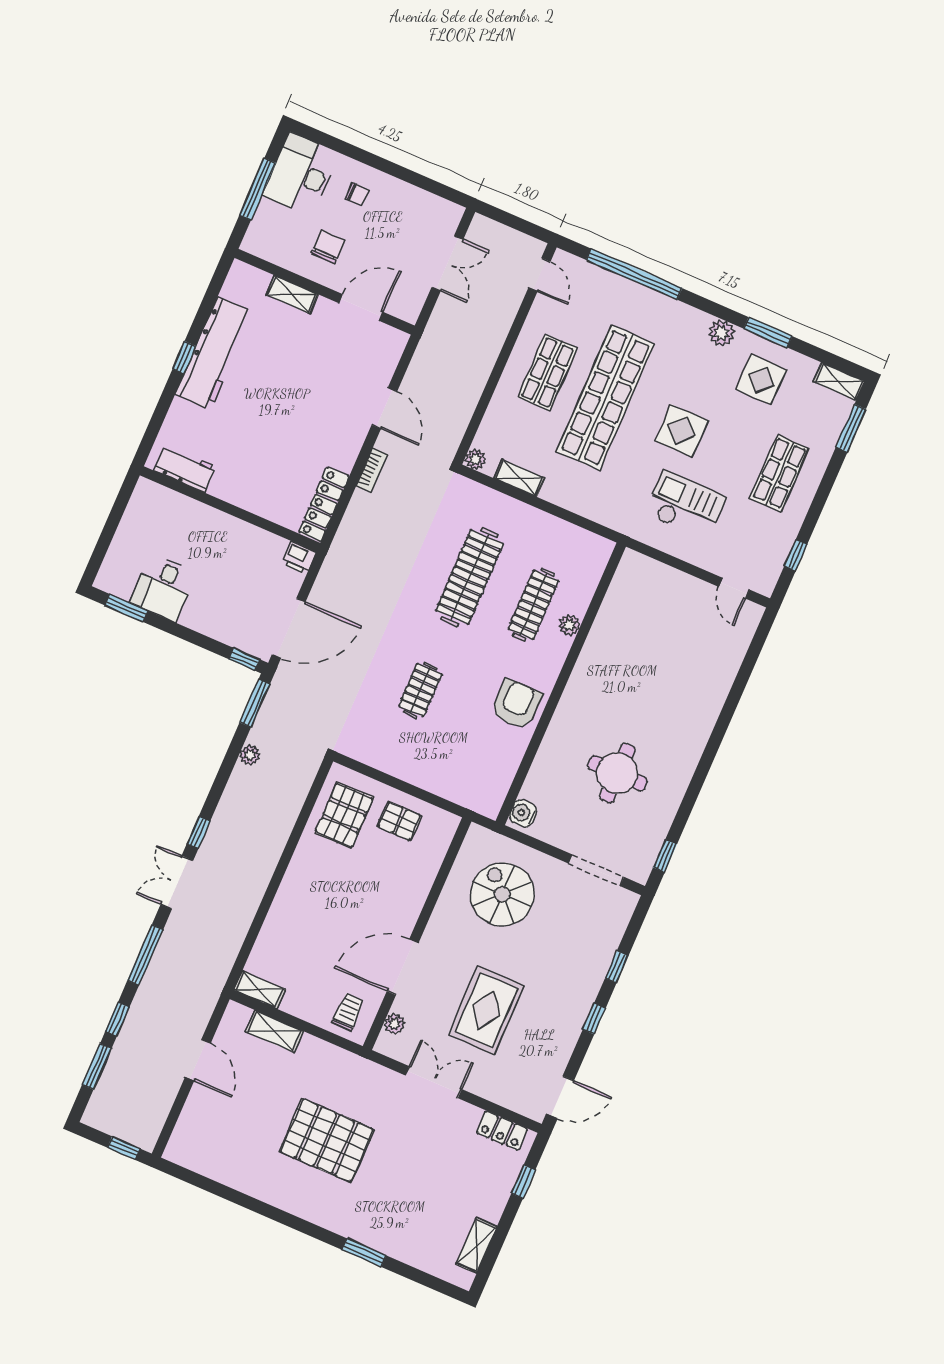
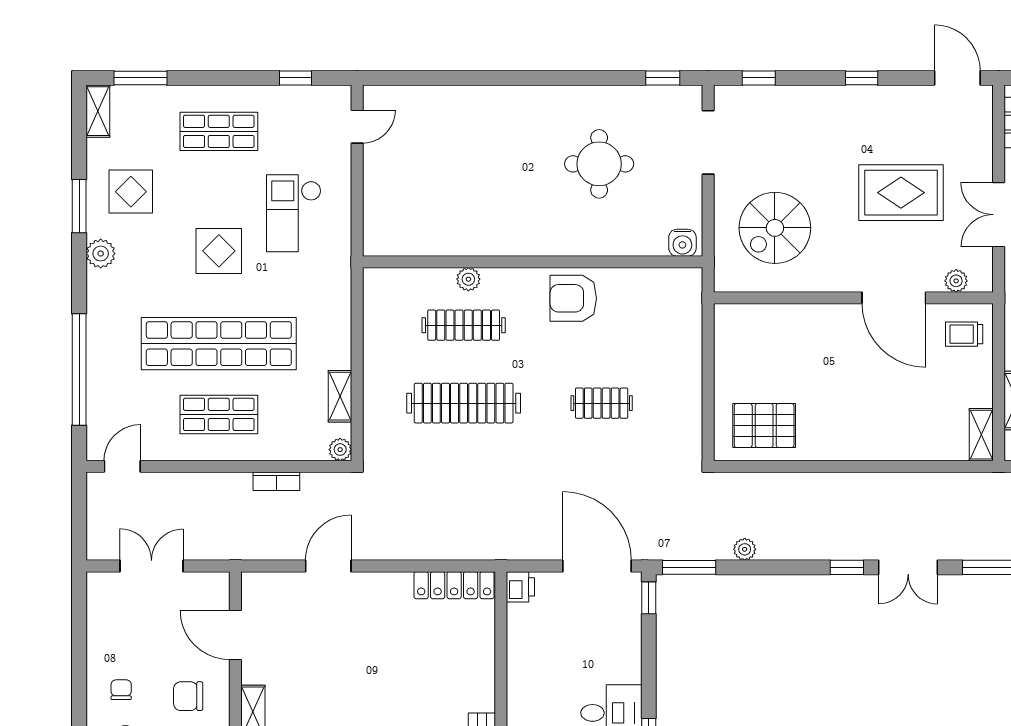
bookcase: (372, 470) -> (276, 481), moved, turned 180
pallet: (399, 821) -> (746, 366), removed
window: (617, 967) -> (759, 78), moved

